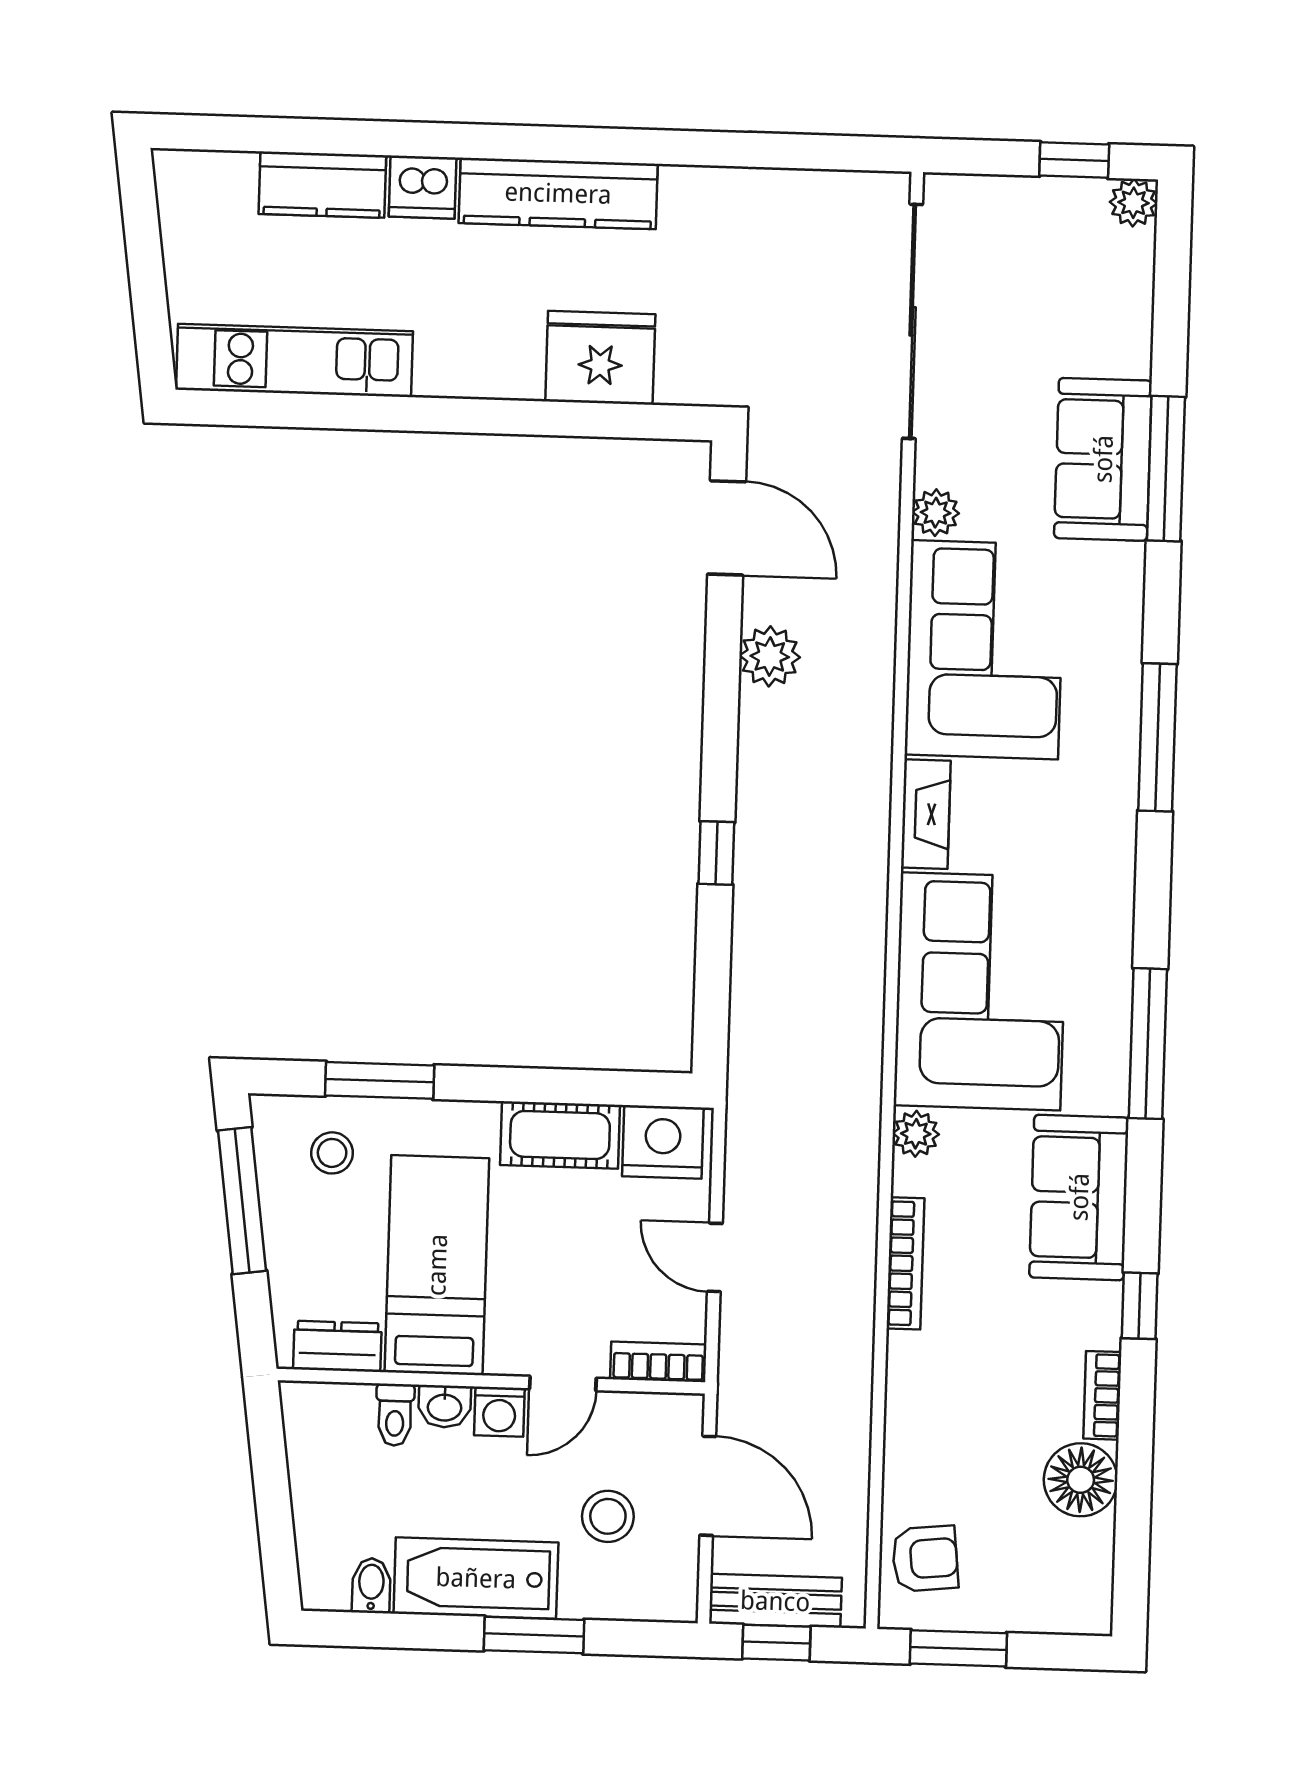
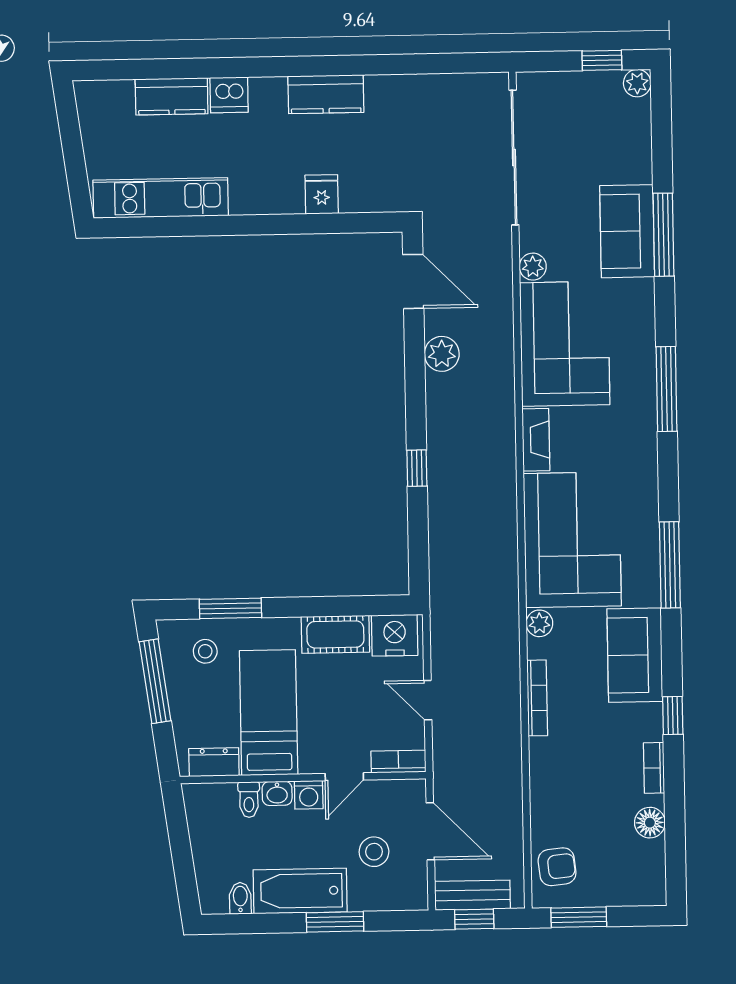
kitchen counter: (558, 193) -> (326, 94), width x0.67
fridge: (600, 358) -> (322, 194), width x0.53, depth x0.75
floor lamp: (1081, 1480) -> (650, 823), width x0.73, depth x0.73

